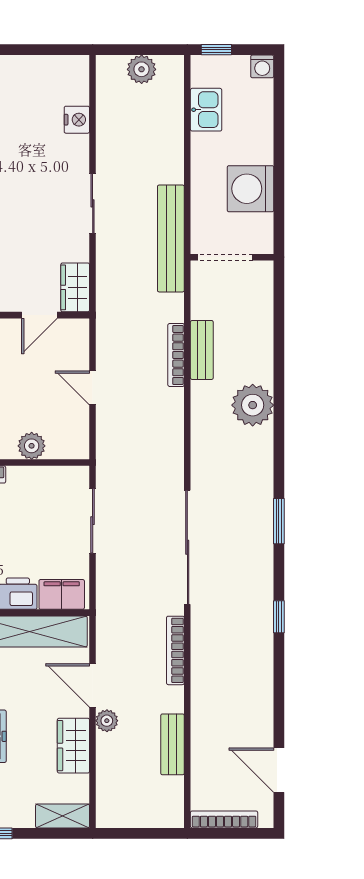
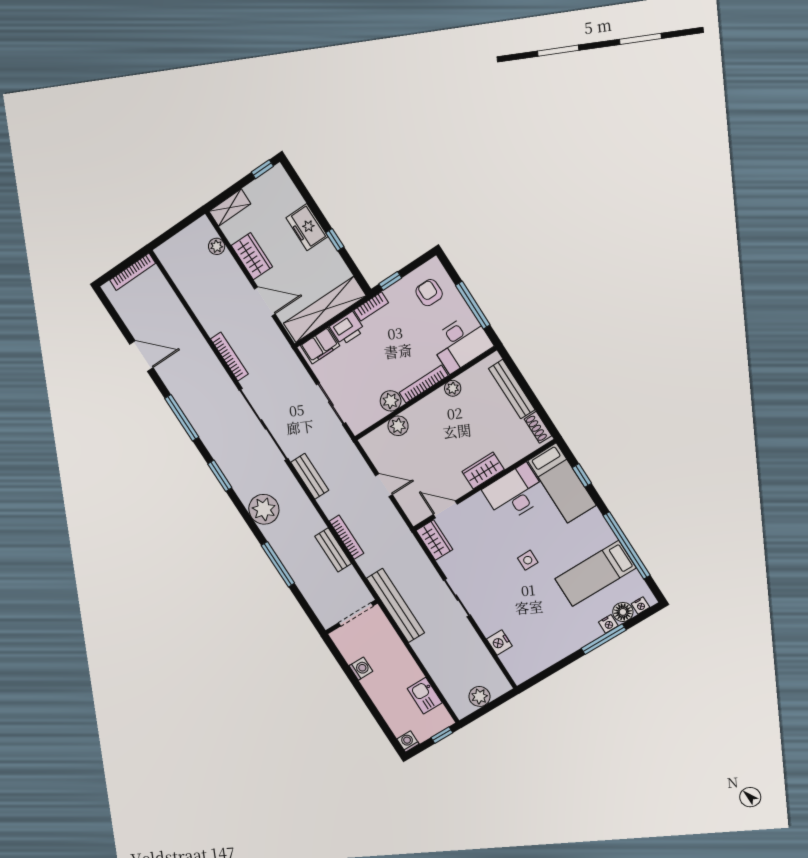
washing machine: (251, 189) -> (361, 669), width x0.53, depth x0.53
door: (39, 315) -> (445, 509), hinge flipped
window: (279, 374) -> (278, 564), added
plant: (253, 405) -> (264, 509), moved
plant: (22, 480) -> (391, 401), added
window: (279, 617) -> (182, 418), width x2.17
plant: (107, 721) -> (217, 246), moved
bench: (172, 744) -> (310, 476), moved
door: (279, 770) -> (141, 356), moved

